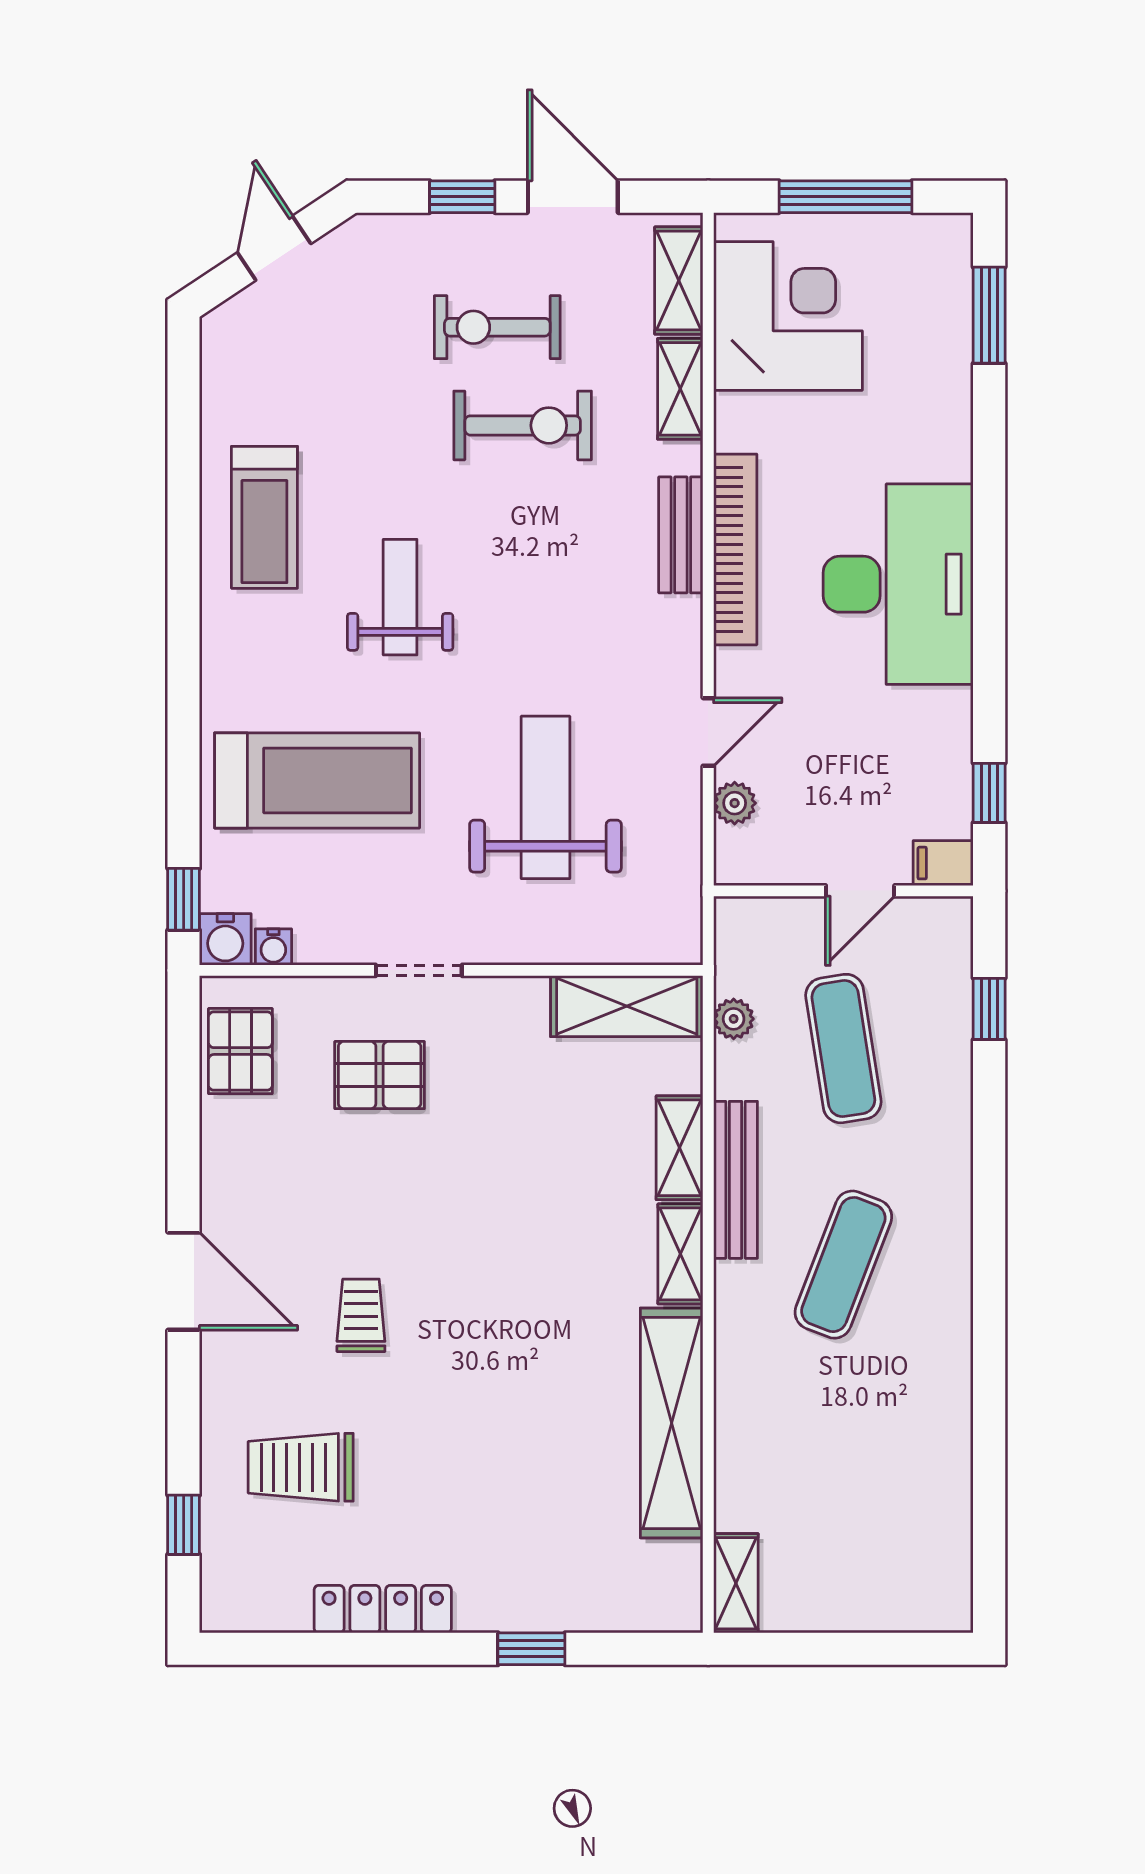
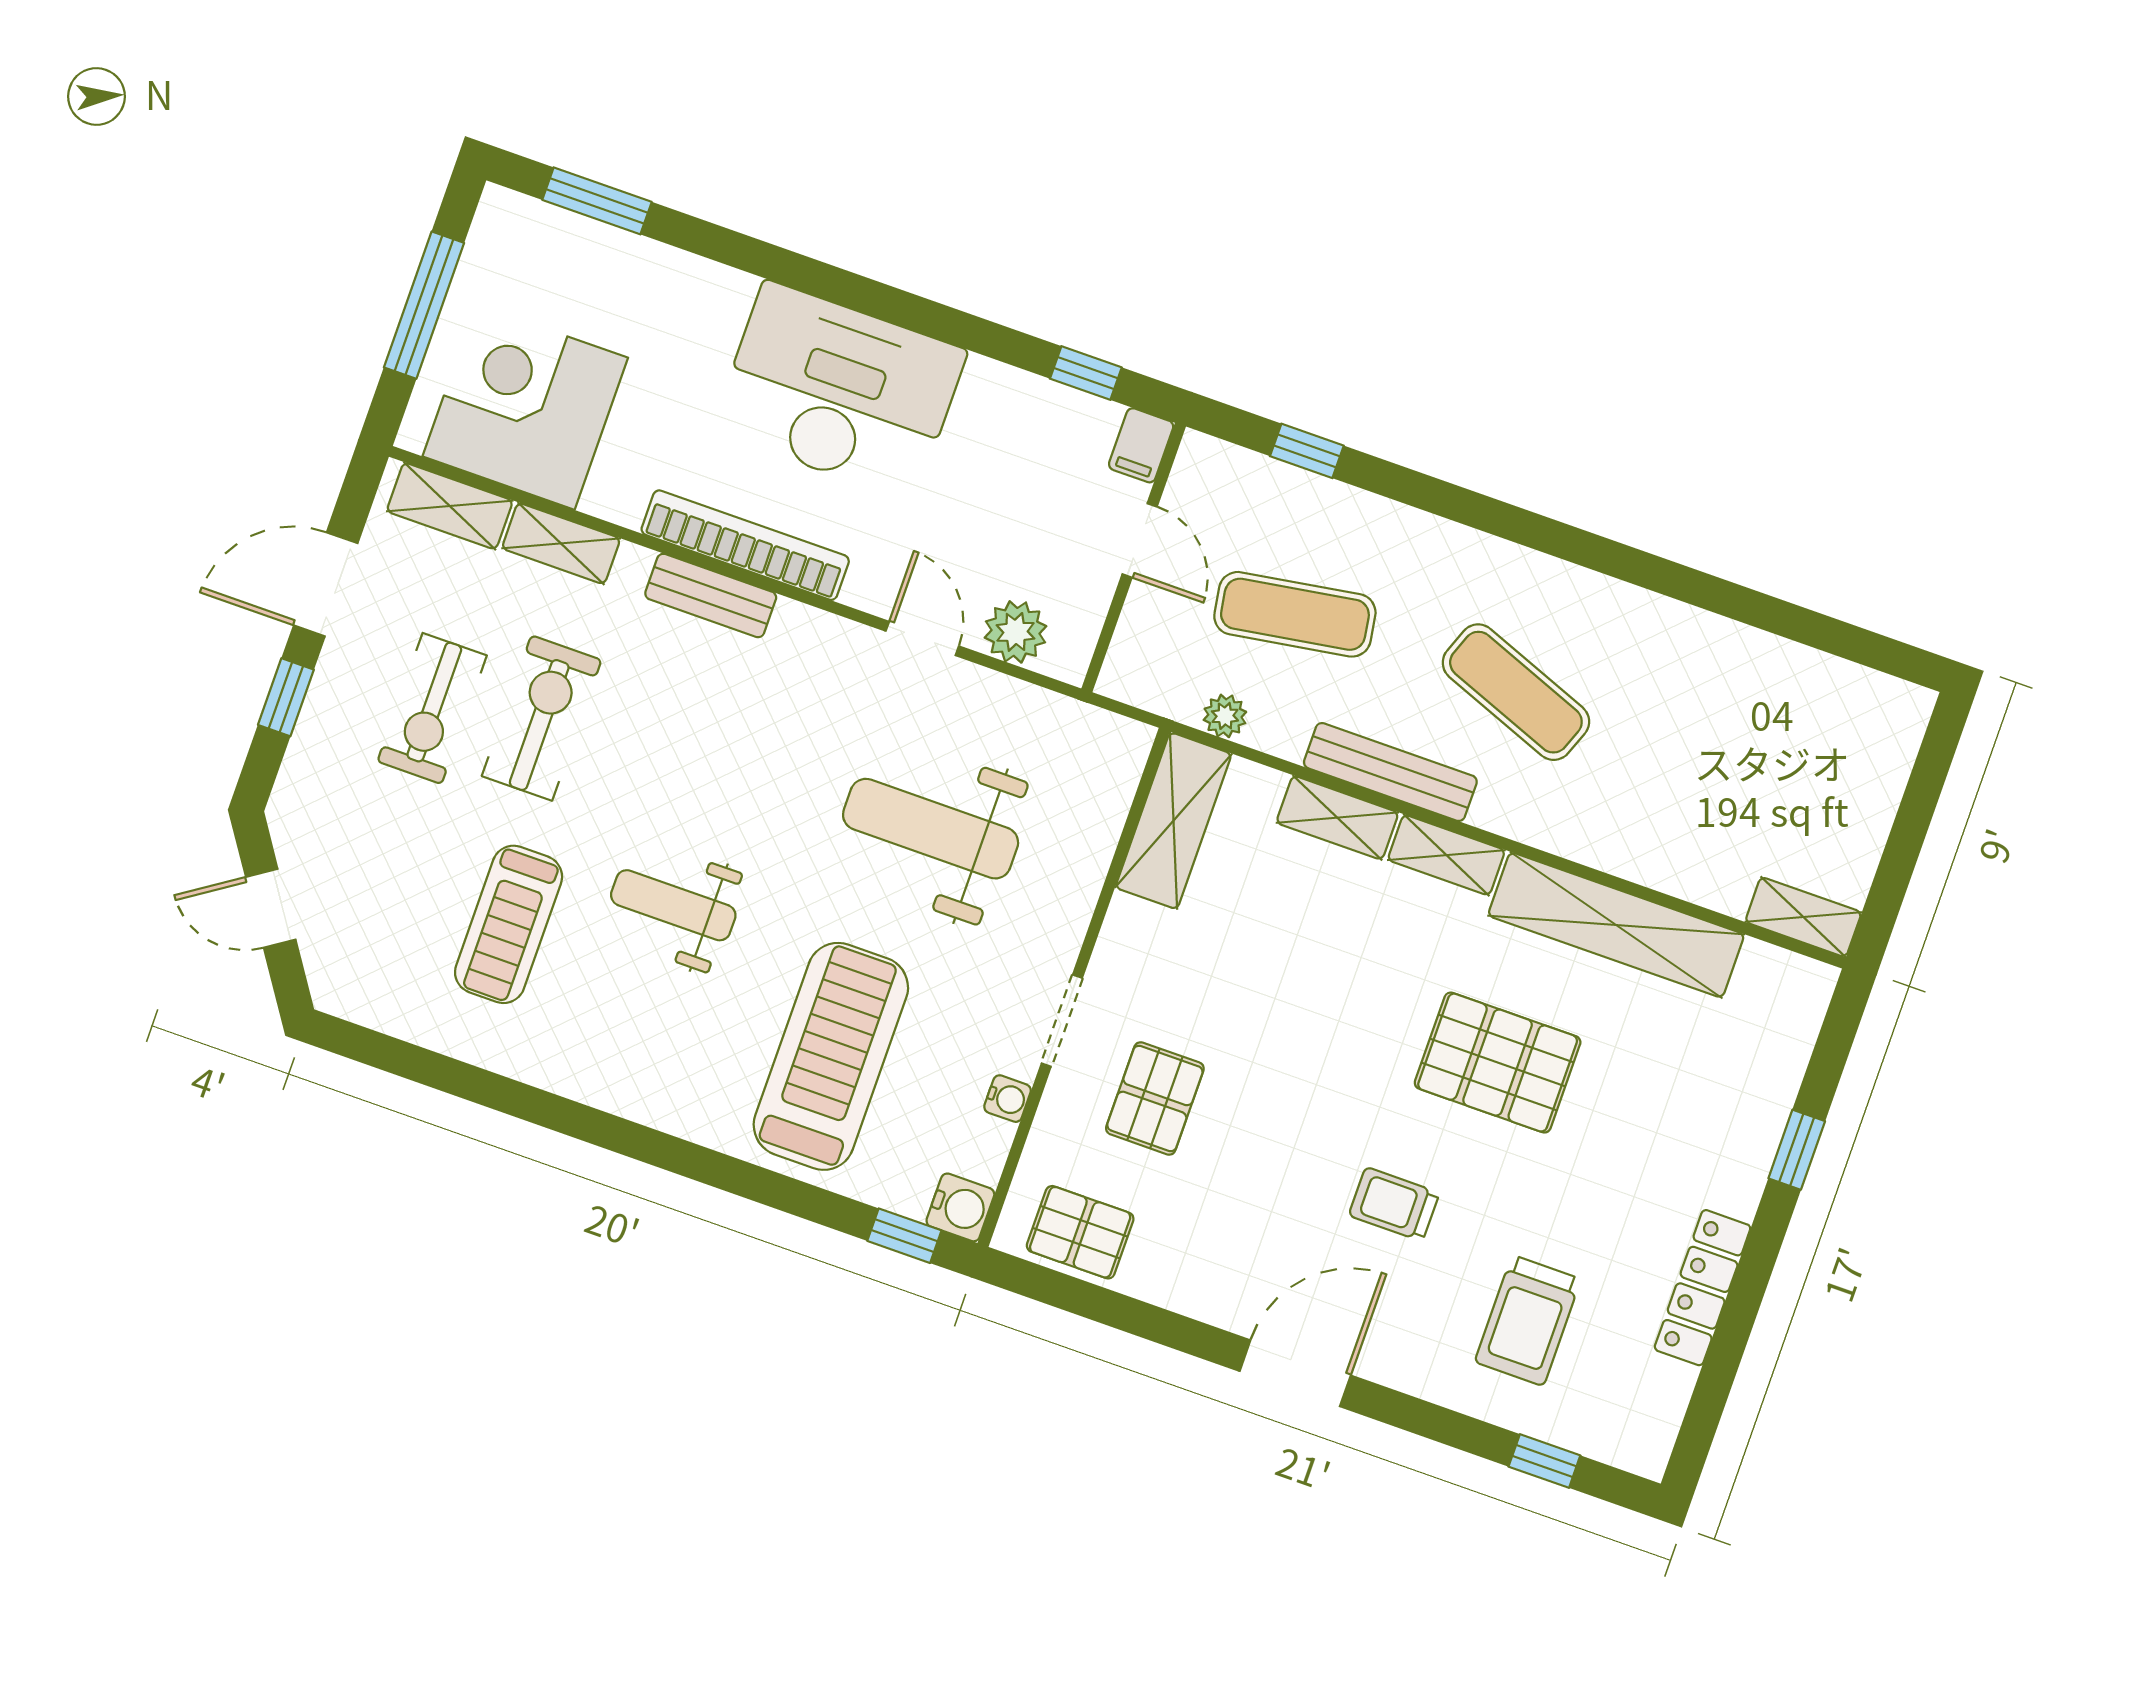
treadmill: (264, 517) -> (509, 924), moved, turned 90
plant: (735, 803) -> (1015, 632), width x1.38, depth x1.38
water cooler: (273, 947) -> (1008, 1099), moved
pallet: (516, 1362) -> (1498, 1063), added

